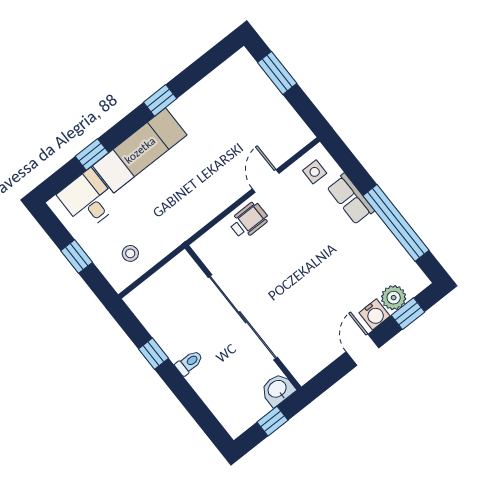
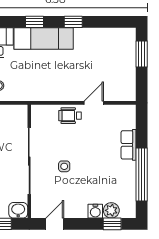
window: (92, 154) -> (34, 22), moved
side table: (315, 172) -> (64, 166), moved
wheelchair: (249, 220) -> (70, 116), turned 180
door: (362, 350) -> (55, 224), moved

